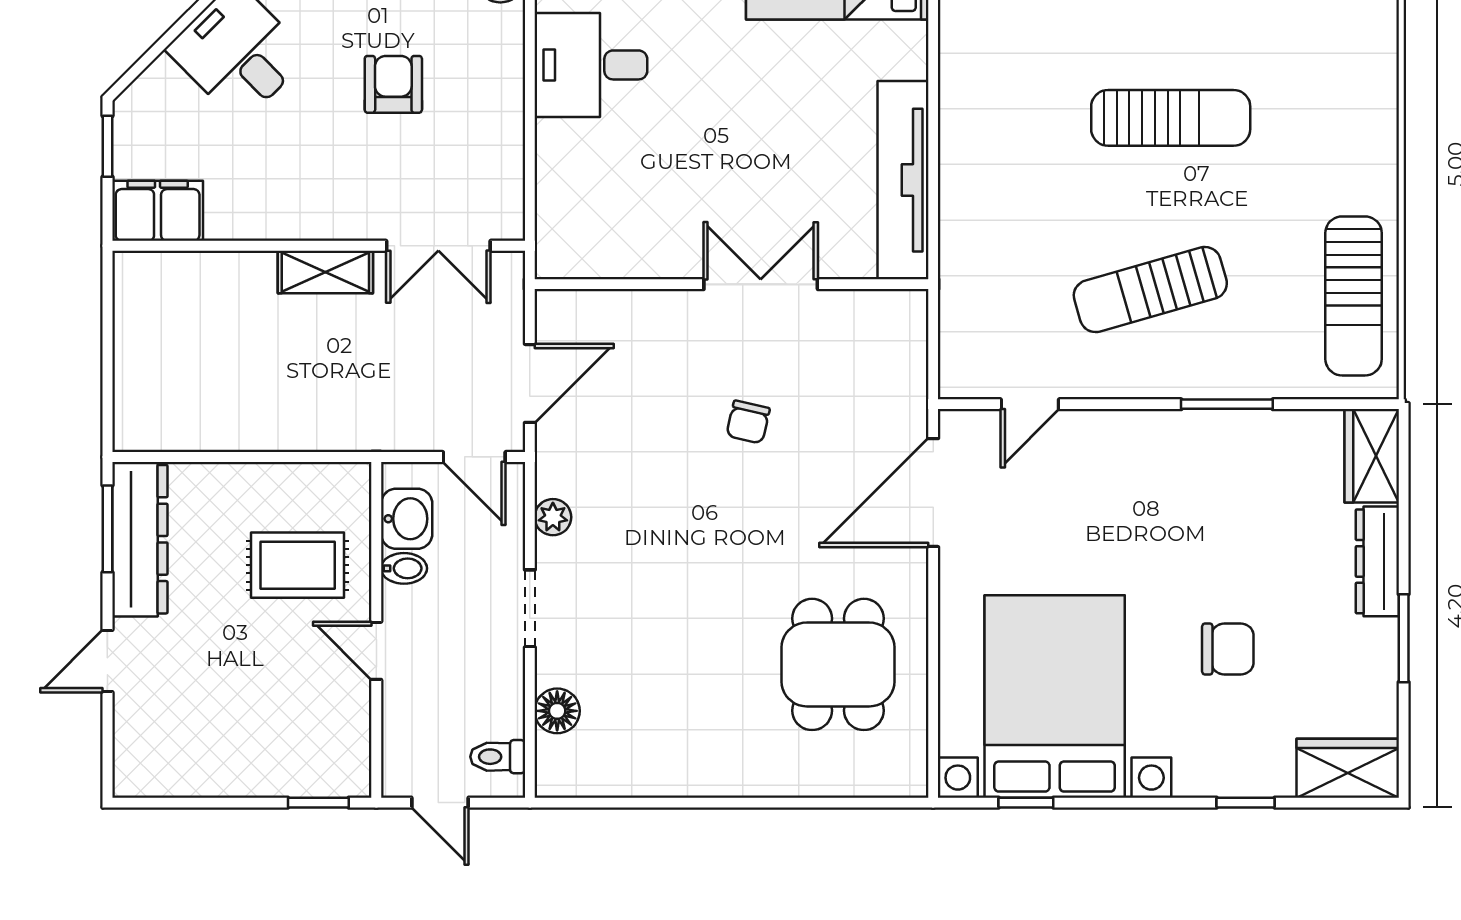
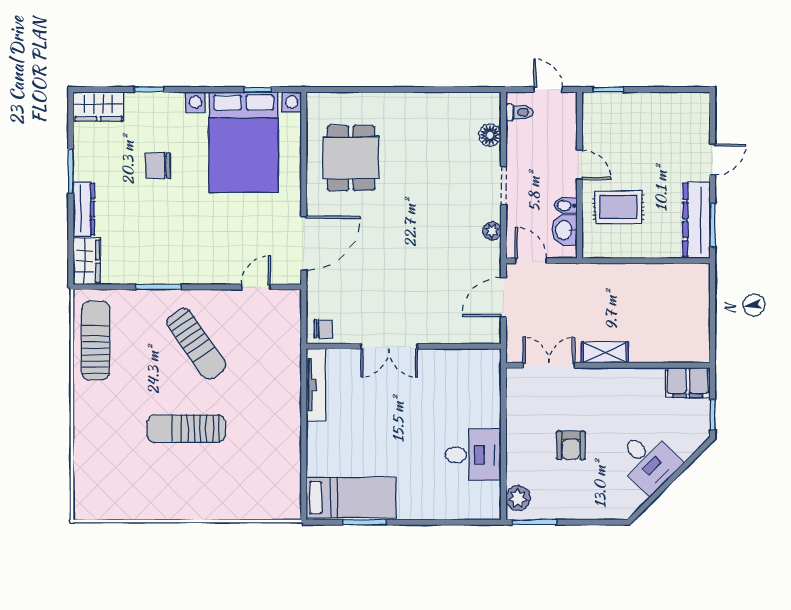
tv unit: (903, 180) -> (316, 385), width x0.73, depth x0.78
sun lounger: (1150, 290) -> (196, 344), turned 71
chair: (748, 422) -> (323, 329), moved, turned 77

